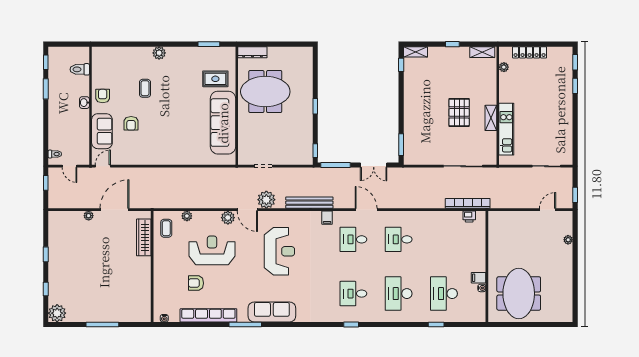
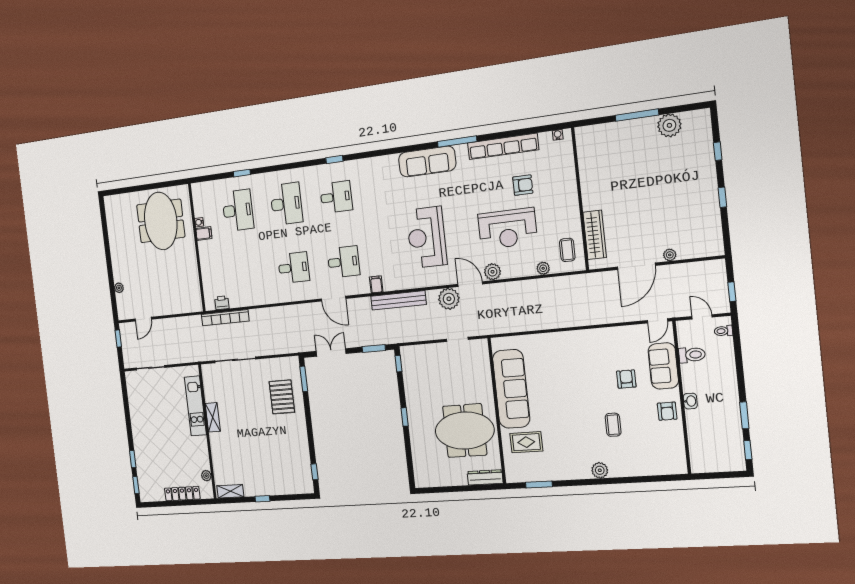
shelving: (415, 52) -> (301, 488), removed
toilet: (80, 69) -> (692, 355), moved
pallet: (459, 112) -> (282, 397), moved
window: (335, 165) -> (374, 349), width x0.69
plant: (57, 313) -> (669, 125), moved

